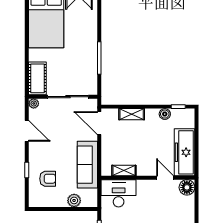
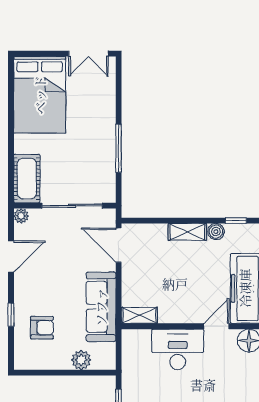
shelving: (132, 114) -> (187, 232), moved
door: (27, 131) -> (11, 256), hinge flipped
shelving: (124, 170) -> (139, 315), moved
door: (165, 178) -> (216, 326), hinge flipped
desk: (119, 193) -> (178, 349), moved

